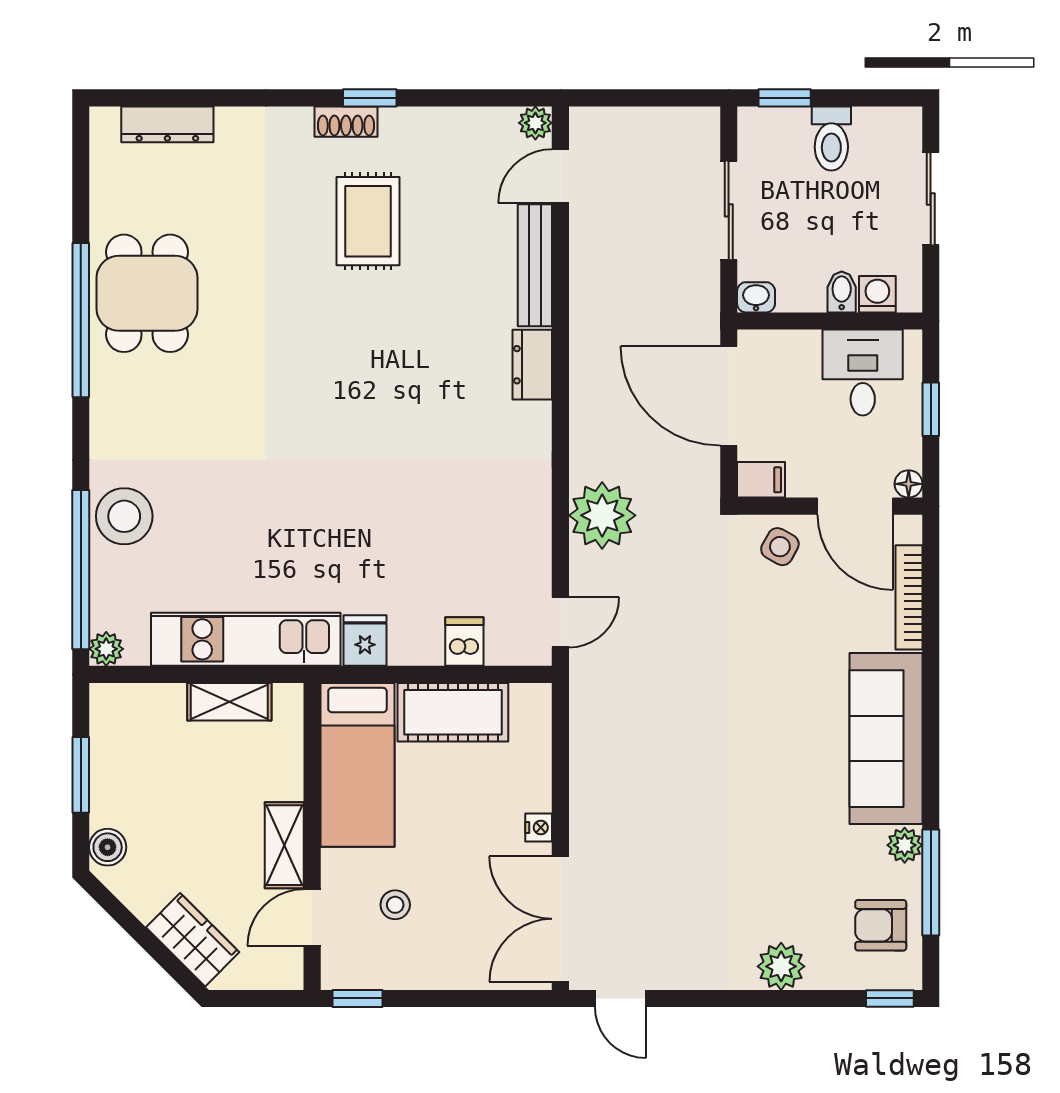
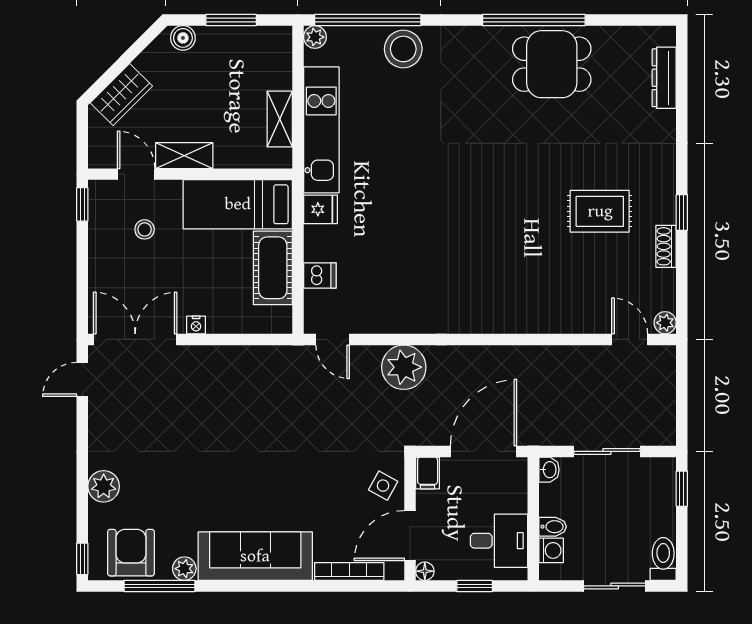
shoe rack: (346, 122) -> (666, 246), moved
toilet: (831, 139) -> (663, 559), moved, turned 90
bench: (535, 265) -> (570, 322), removed
dresser: (532, 365) -> (504, 321), removed
armchair: (881, 925) -> (131, 553), width x1.38, depth x1.38

